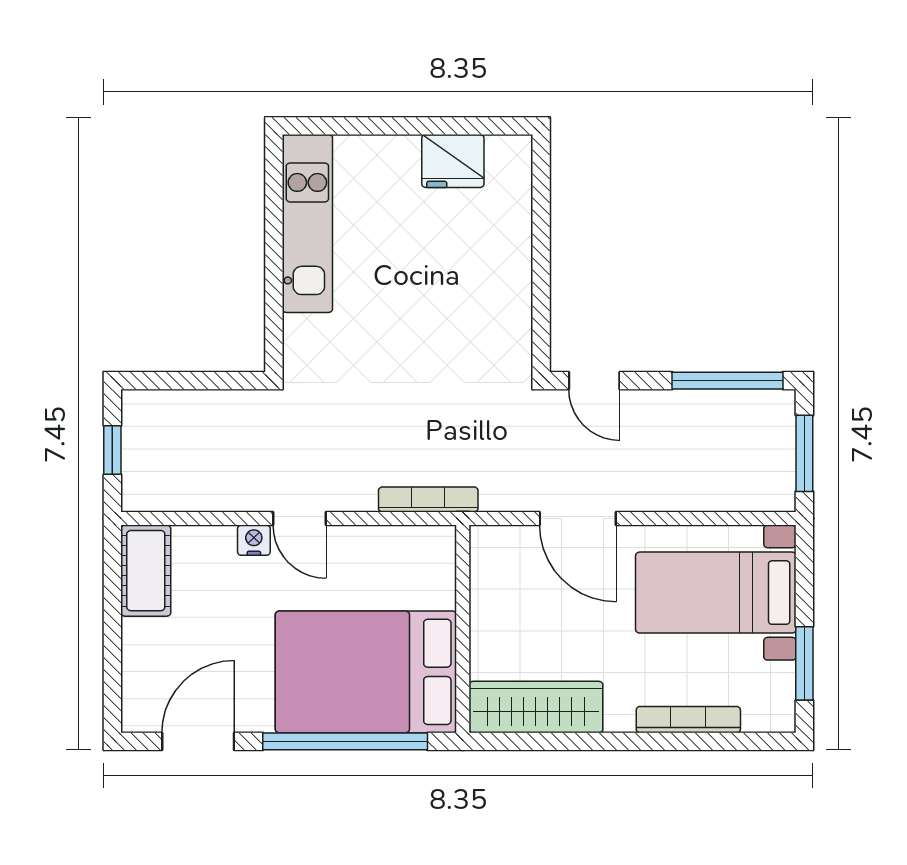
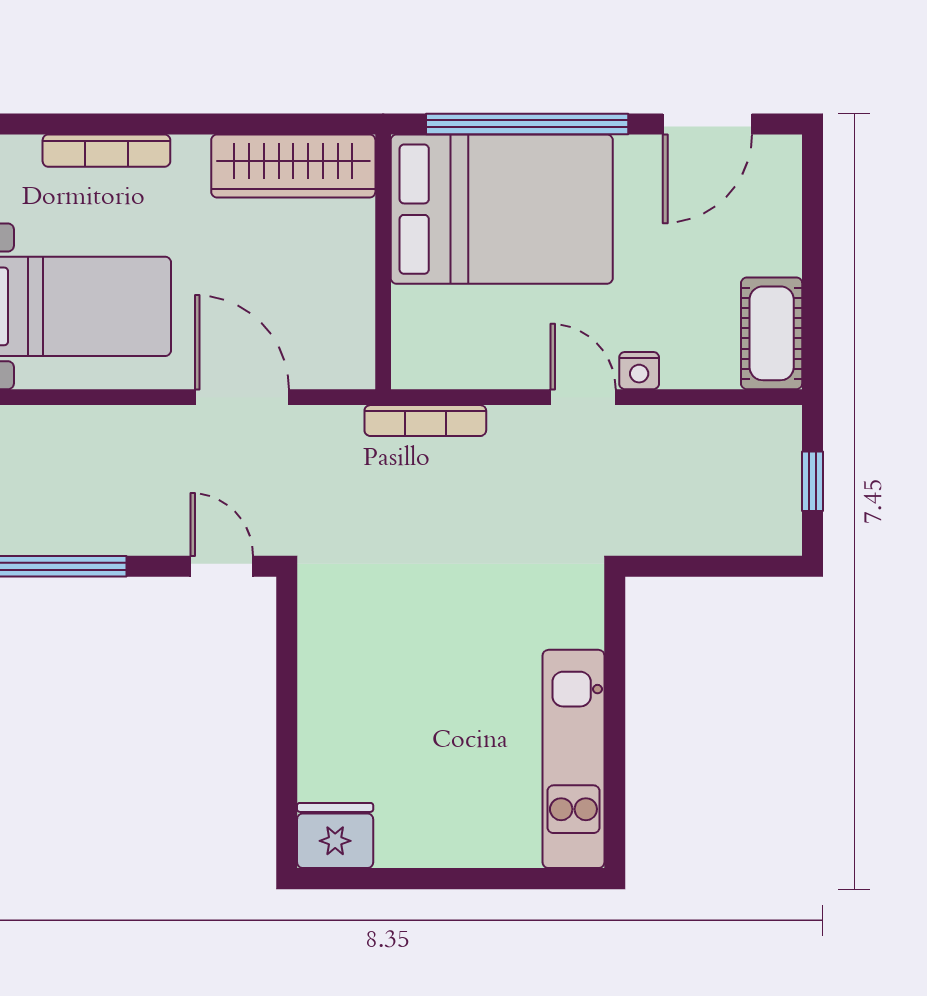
fridge: (453, 161) -> (335, 836), moved

